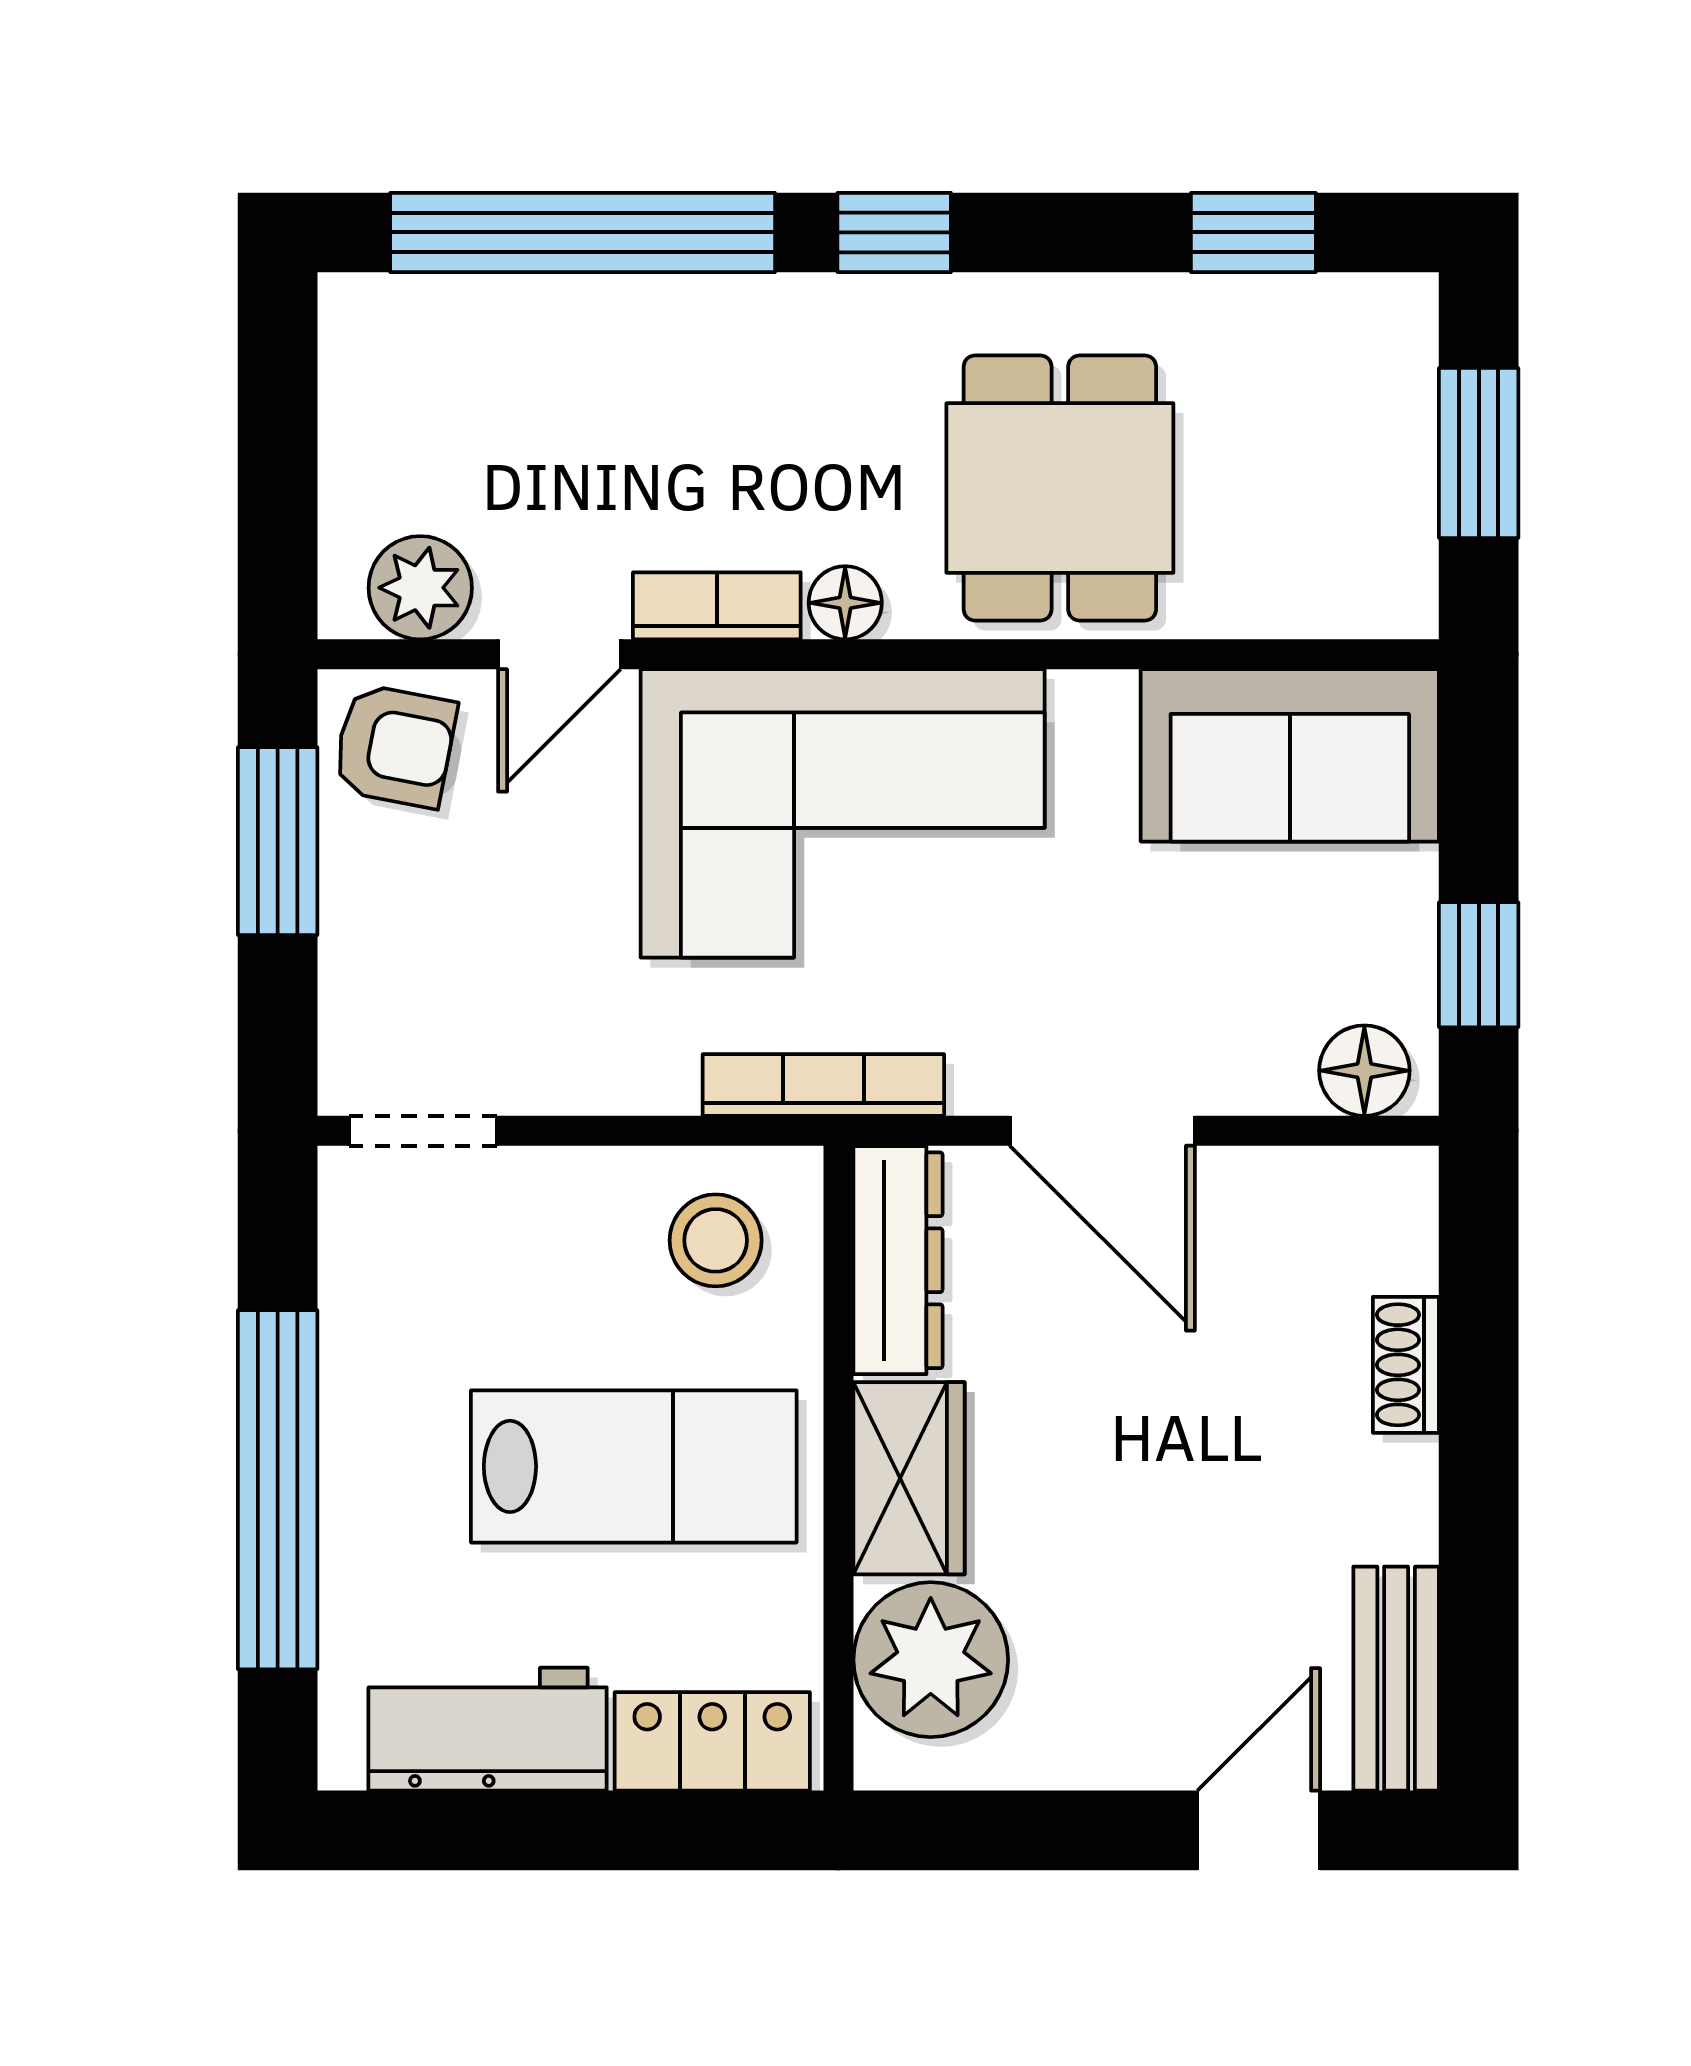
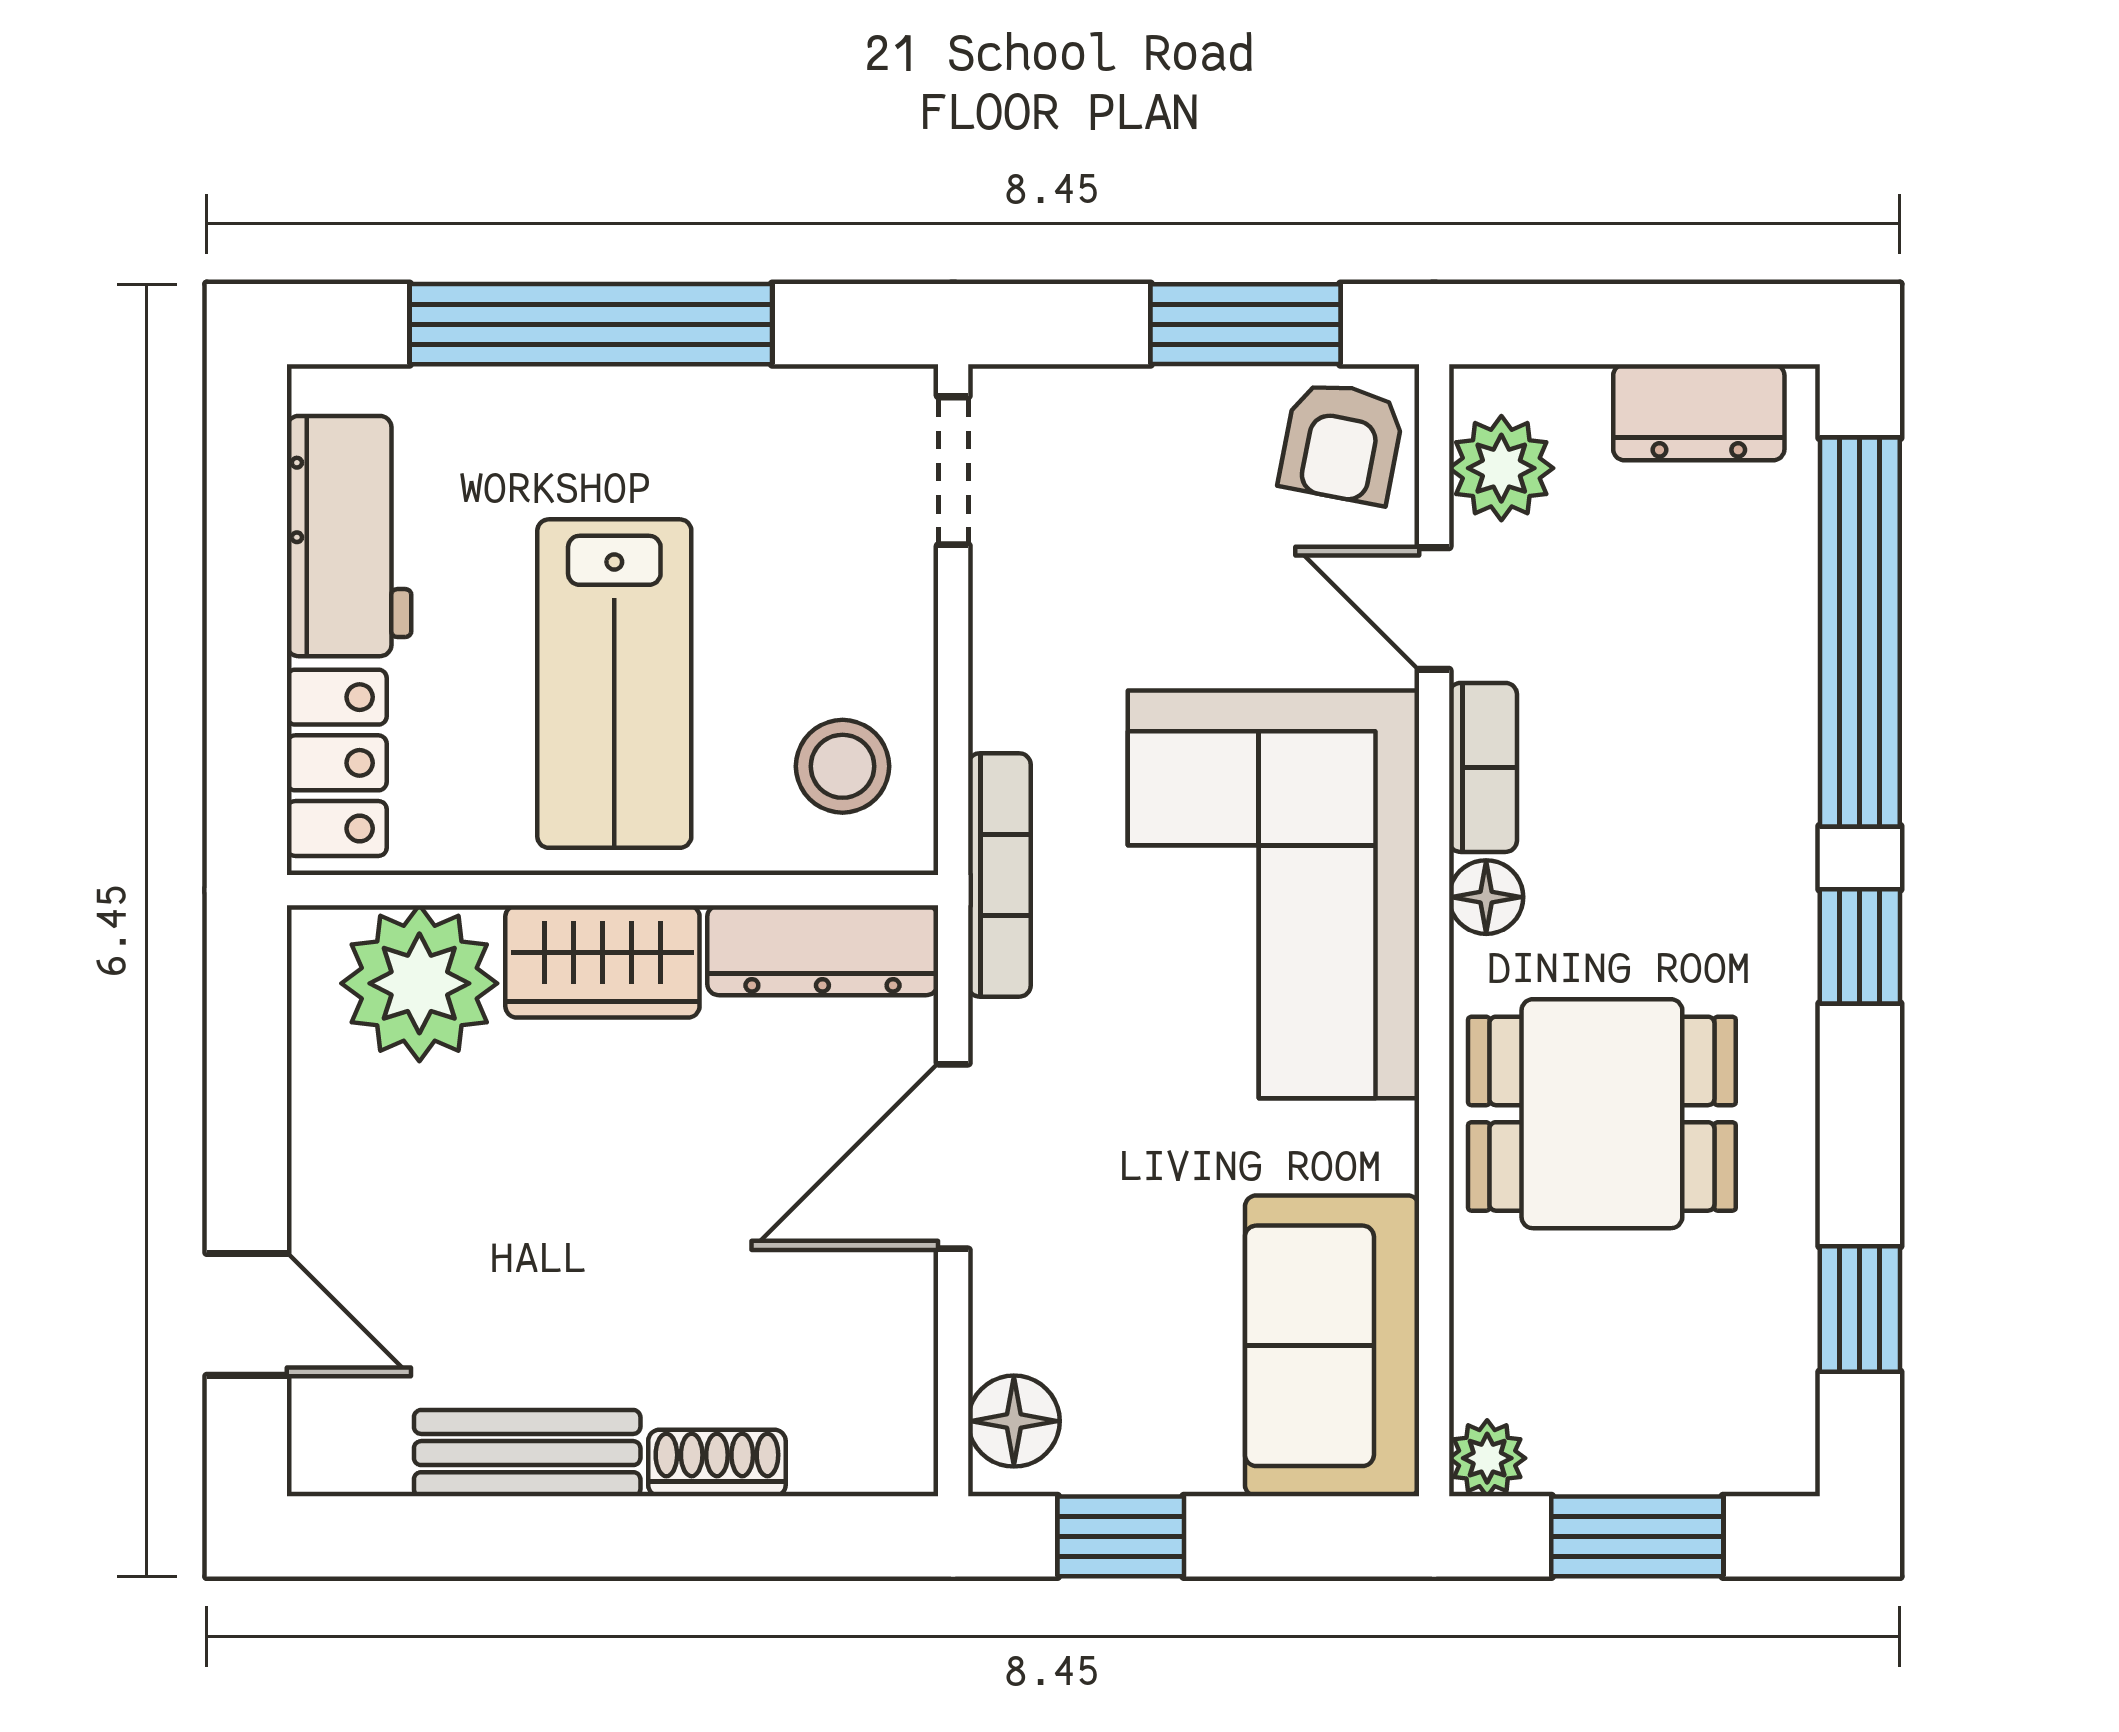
dresser: (365, 392) -> (1699, 412), added
plant: (1401, 602) -> (1487, 1458), added
bench: (1396, 1679) -> (527, 1453), moved

